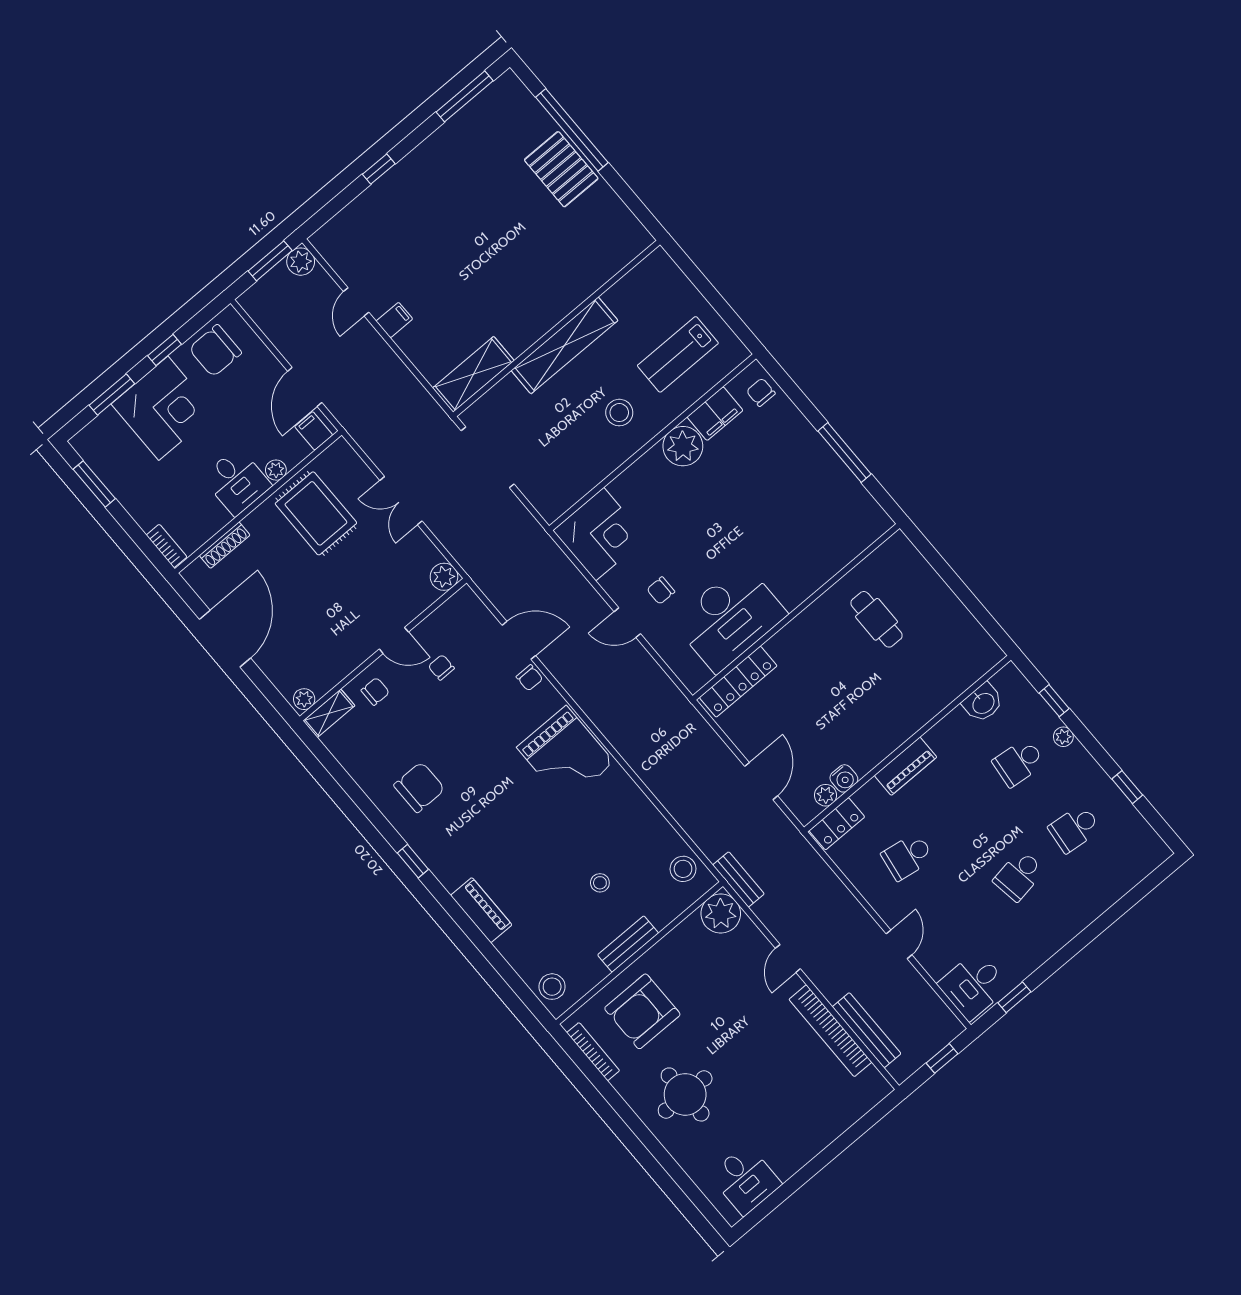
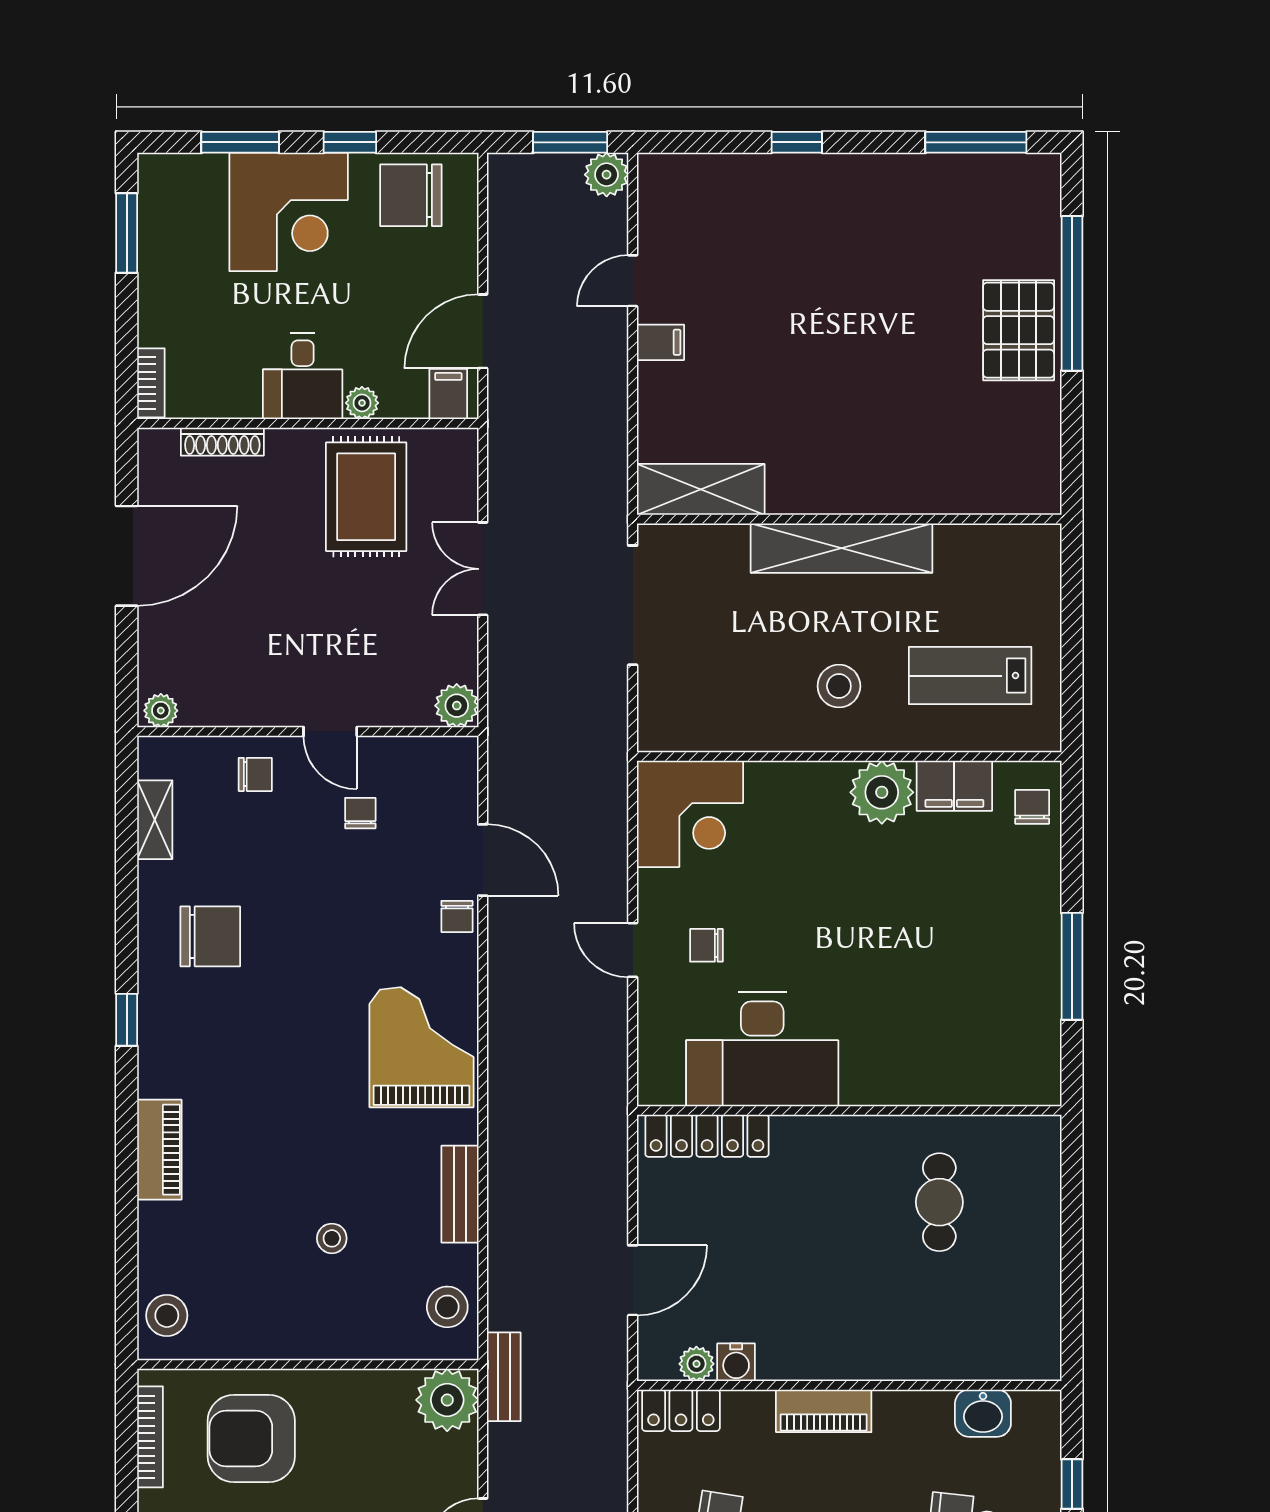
shelving: (329, 713) -> (155, 820), moved, turned 90
grand piano: (565, 755) -> (421, 1047), turned 180
bench: (628, 944) -> (460, 1194), moved, turned 90

